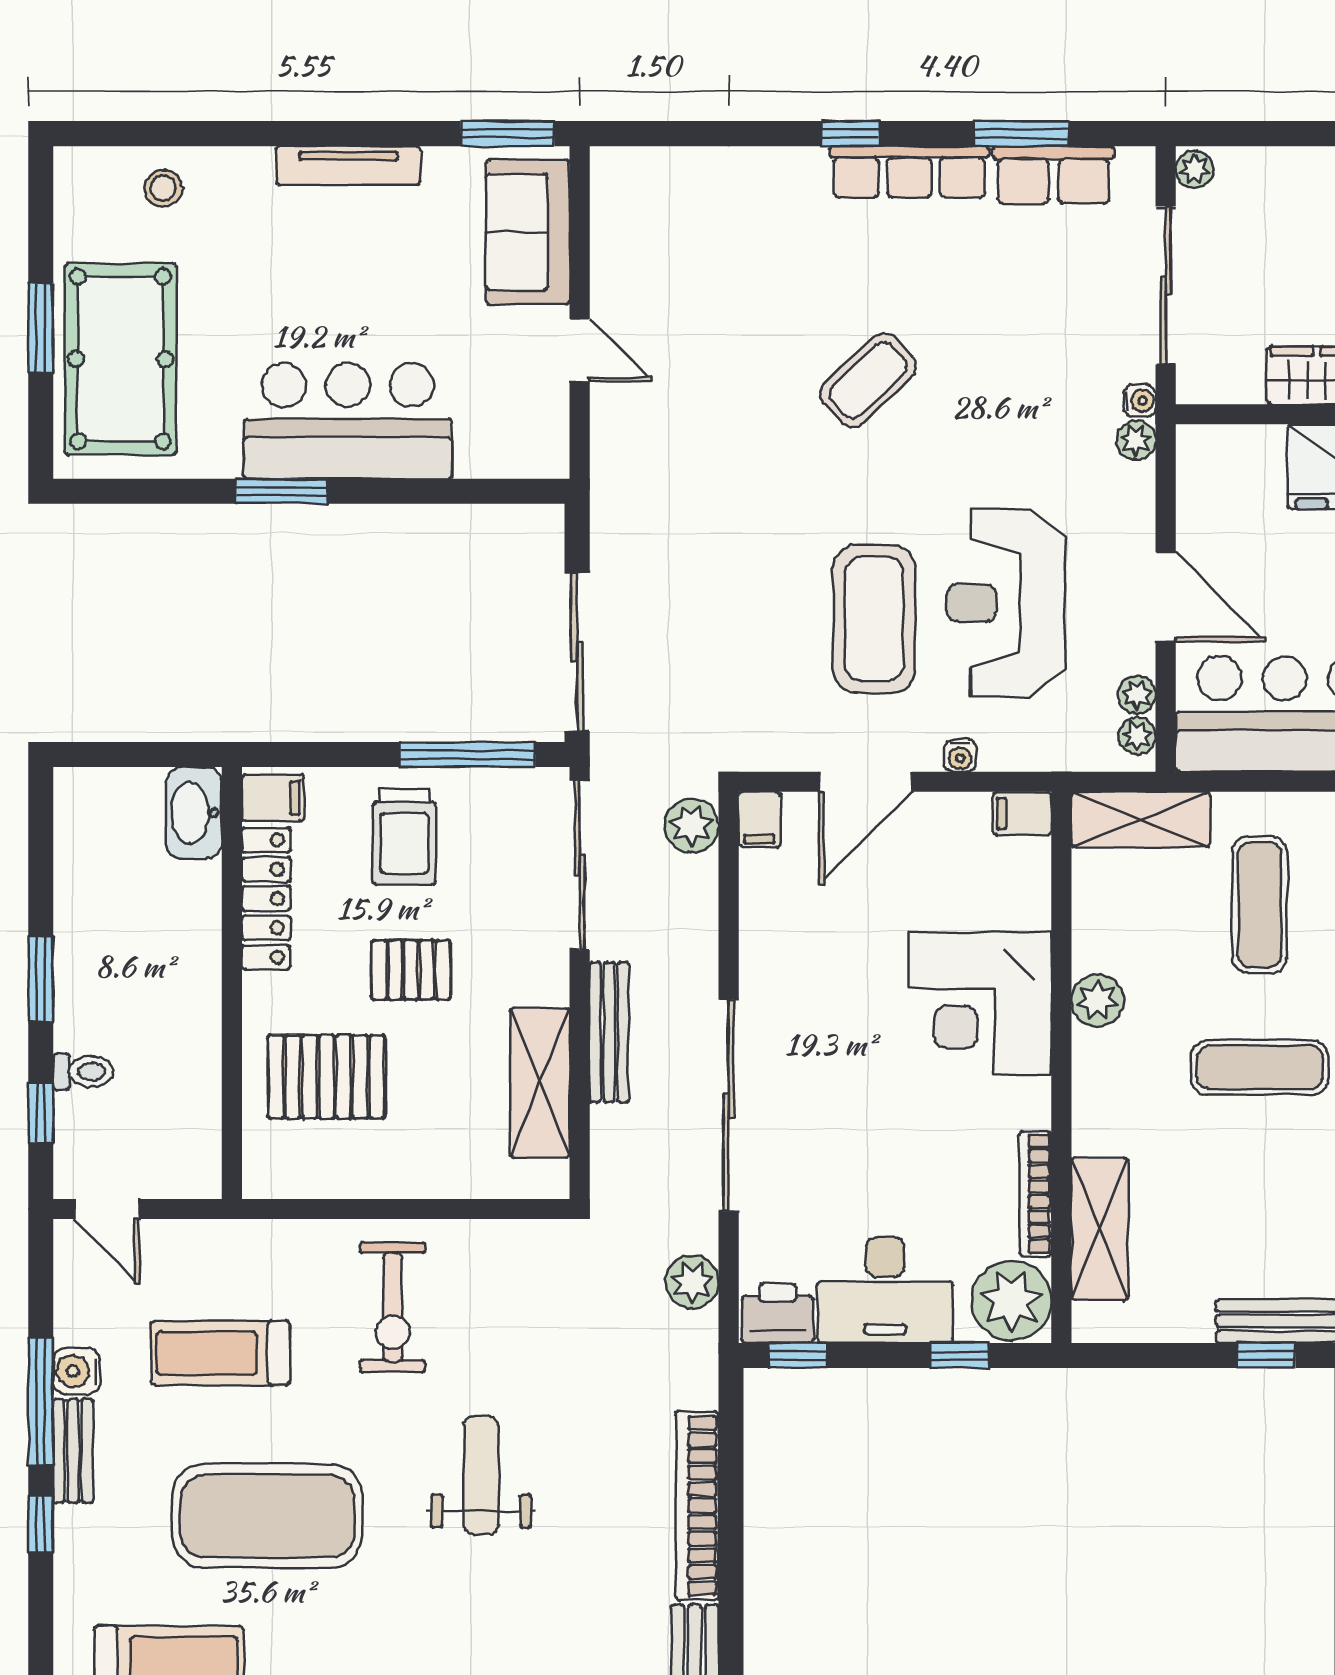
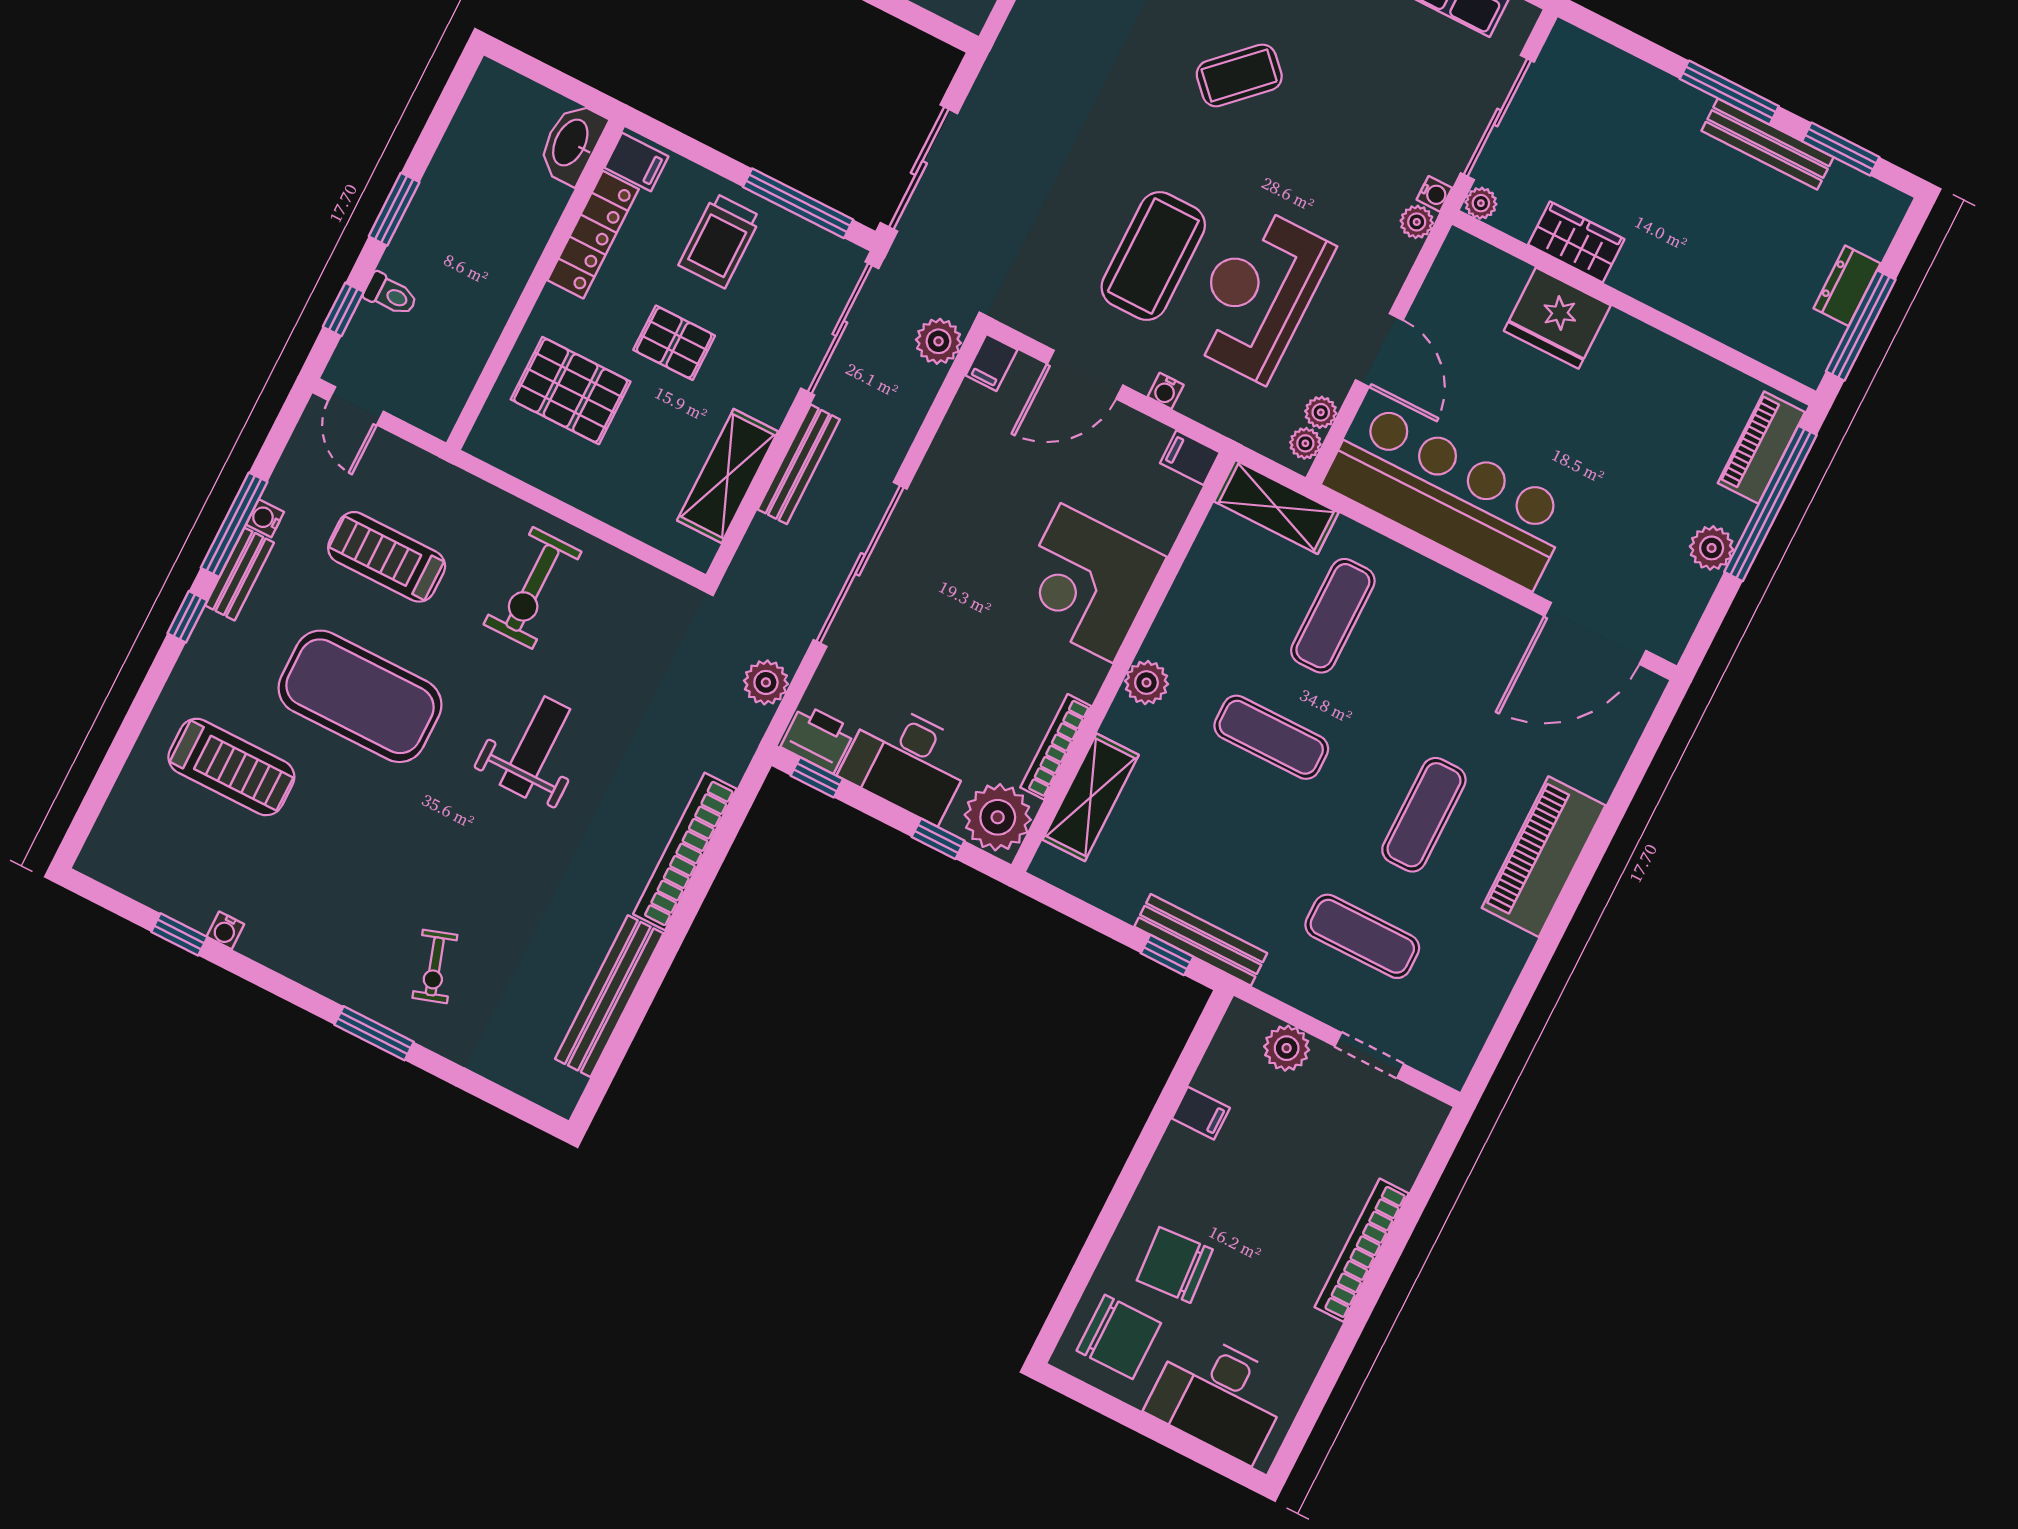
plant: (1194, 169) -> (1481, 203), moved
plant: (1097, 1000) -> (1146, 683), moved
water cooler: (77, 1371) -> (265, 518), width x0.72, depth x0.72

